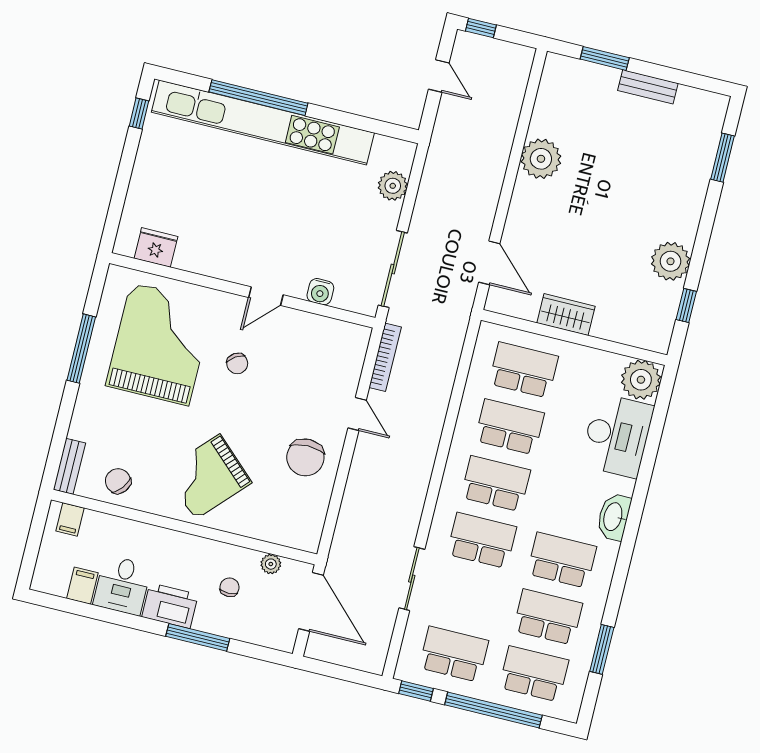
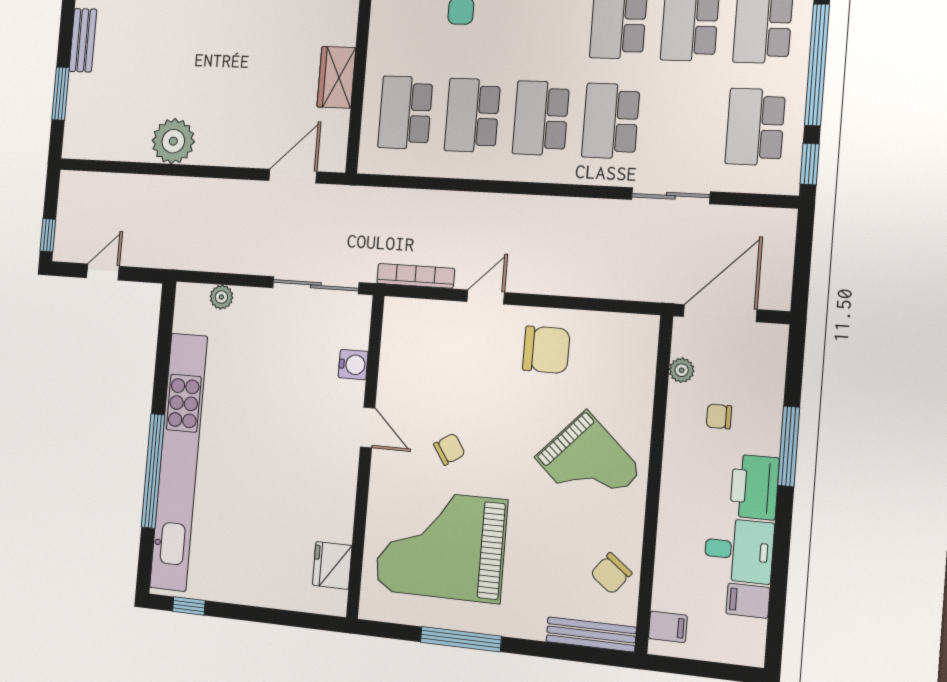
plant: (393, 186) -> (221, 297), width x0.73, depth x0.73
bench: (69, 466) -> (591, 634), width x1.36

